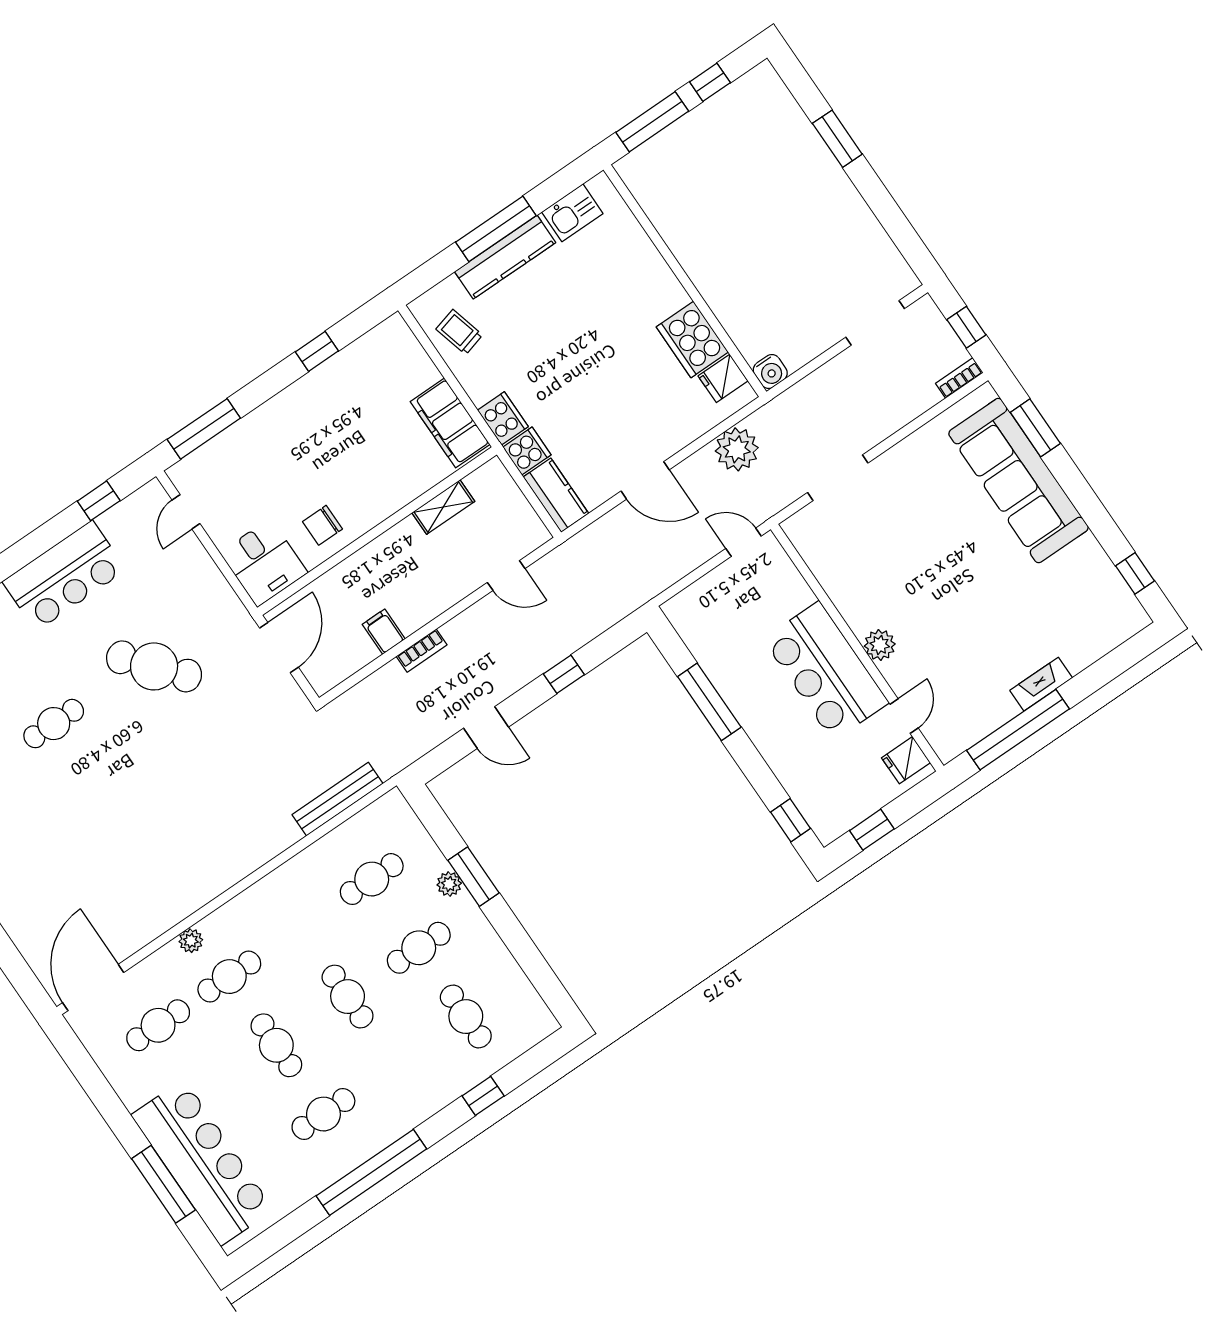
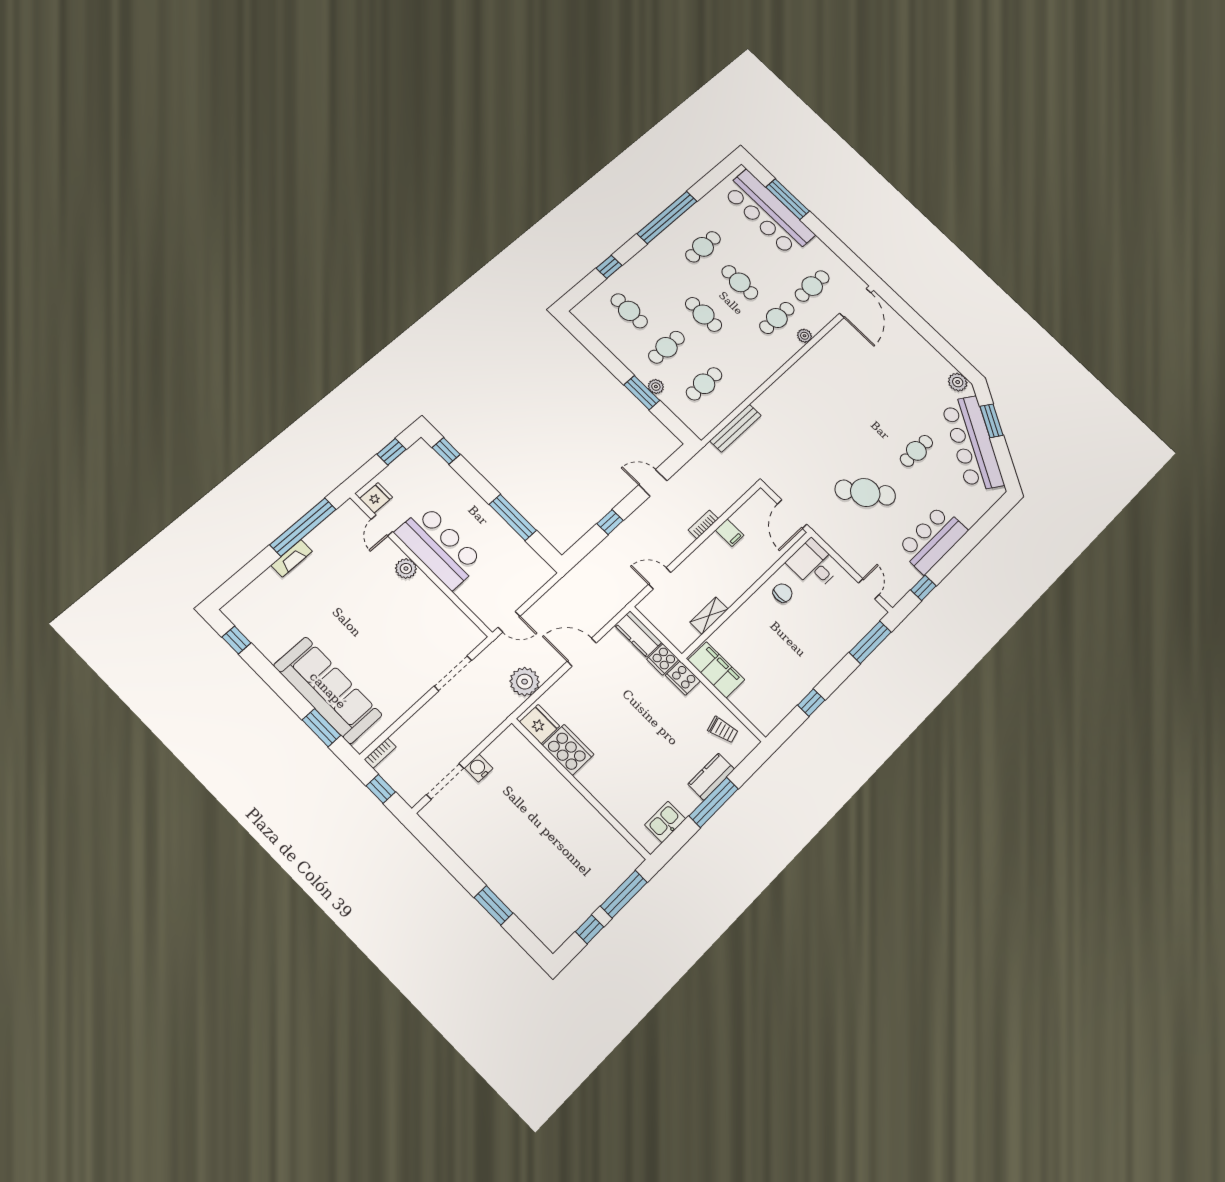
kitchen counter: (505, 257) -> (711, 777), width x0.67
water cooler: (770, 372) -> (479, 768), moved
fridge: (723, 378) -> (540, 724), width x1.38

